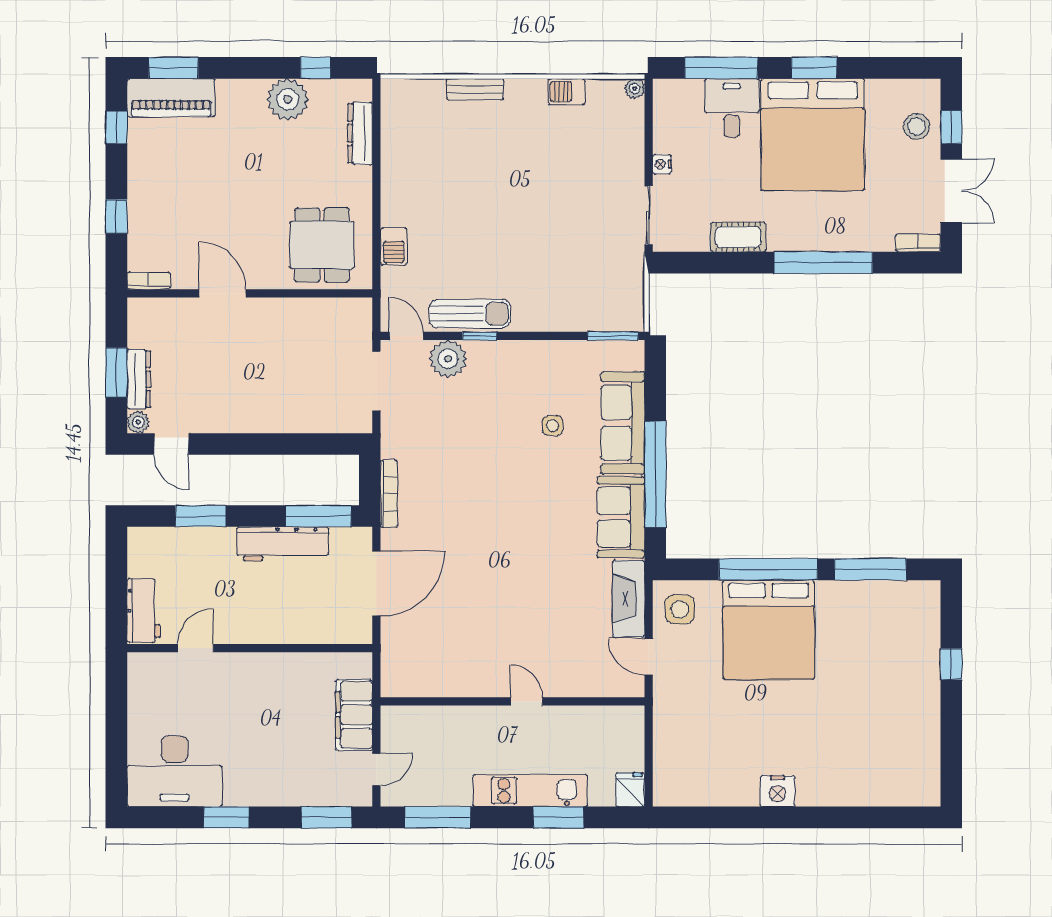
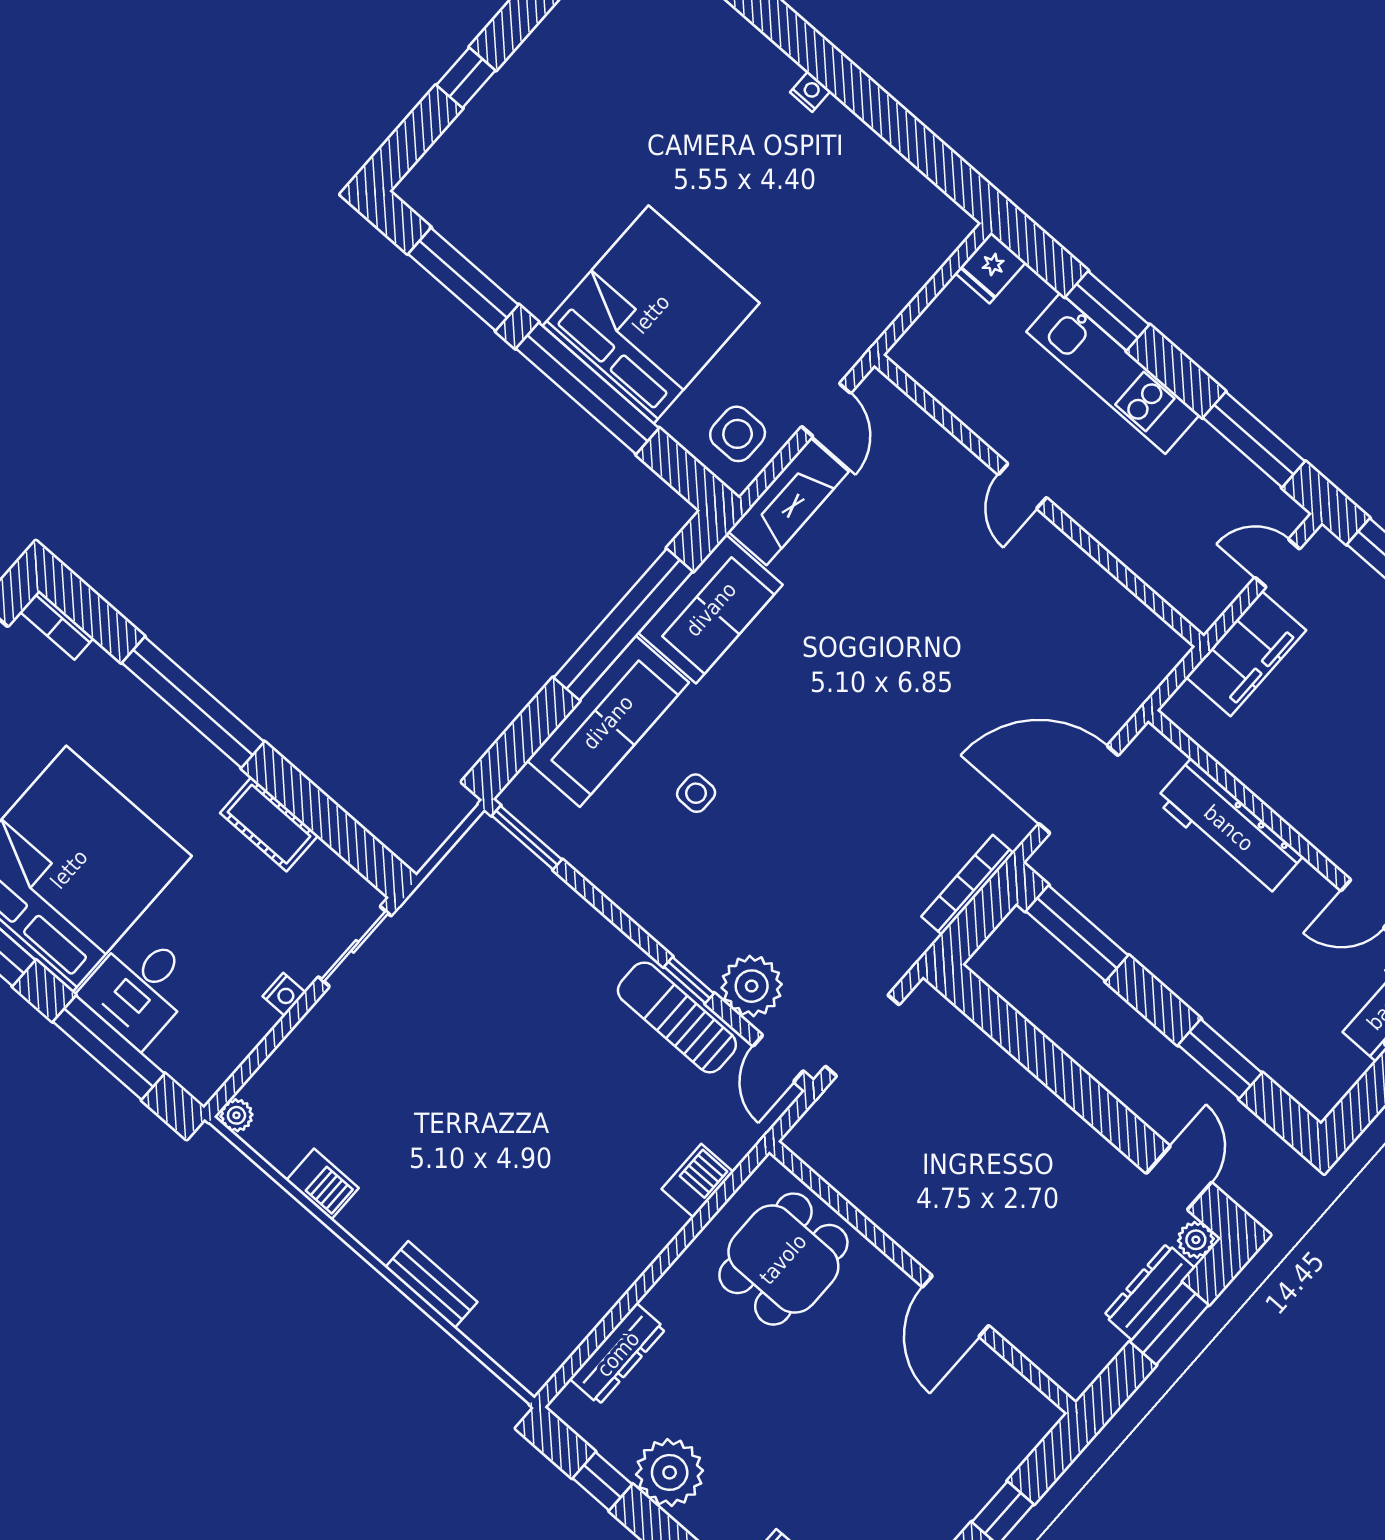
bookcase: (149, 281) -> (1032, 1401), removed
workbench: (283, 544) -> (1229, 828), moved, turned 180
nightstand: (778, 791) -> (810, 92), width x0.53, depth x0.56

